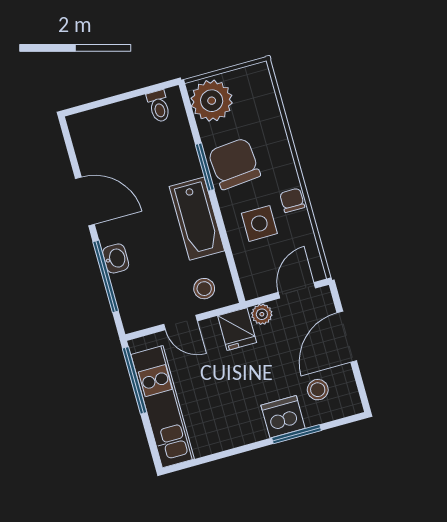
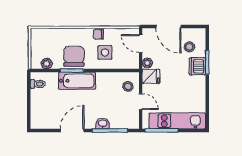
plant: (212, 101) -> (47, 64), width x0.53, depth x0.53
chair: (234, 164) -> (74, 56), turned 95
bathtub: (197, 219) -> (77, 81), moved
door: (181, 323) -> (141, 102), hinge flipped

